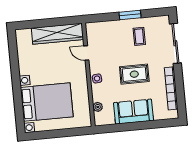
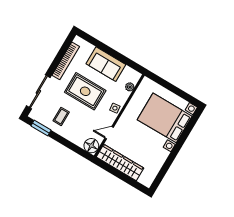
window: (130, 15) -> (41, 128), moved
floor lamp: (94, 30) -> (91, 146), added
door: (86, 53) -> (109, 133), swing flipped
rug: (134, 74) -> (85, 91), width x1.36, depth x1.43

